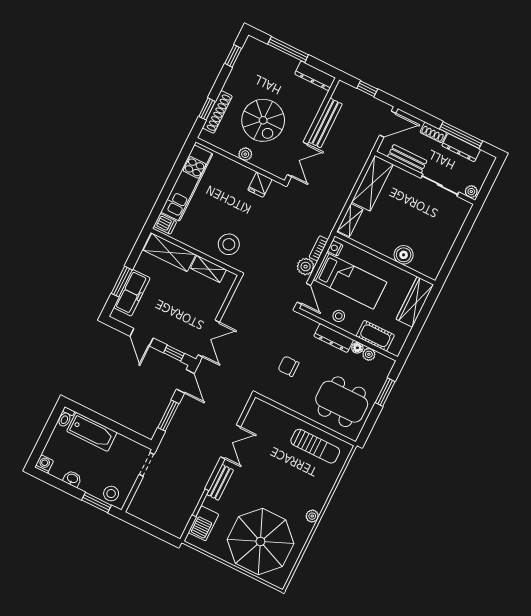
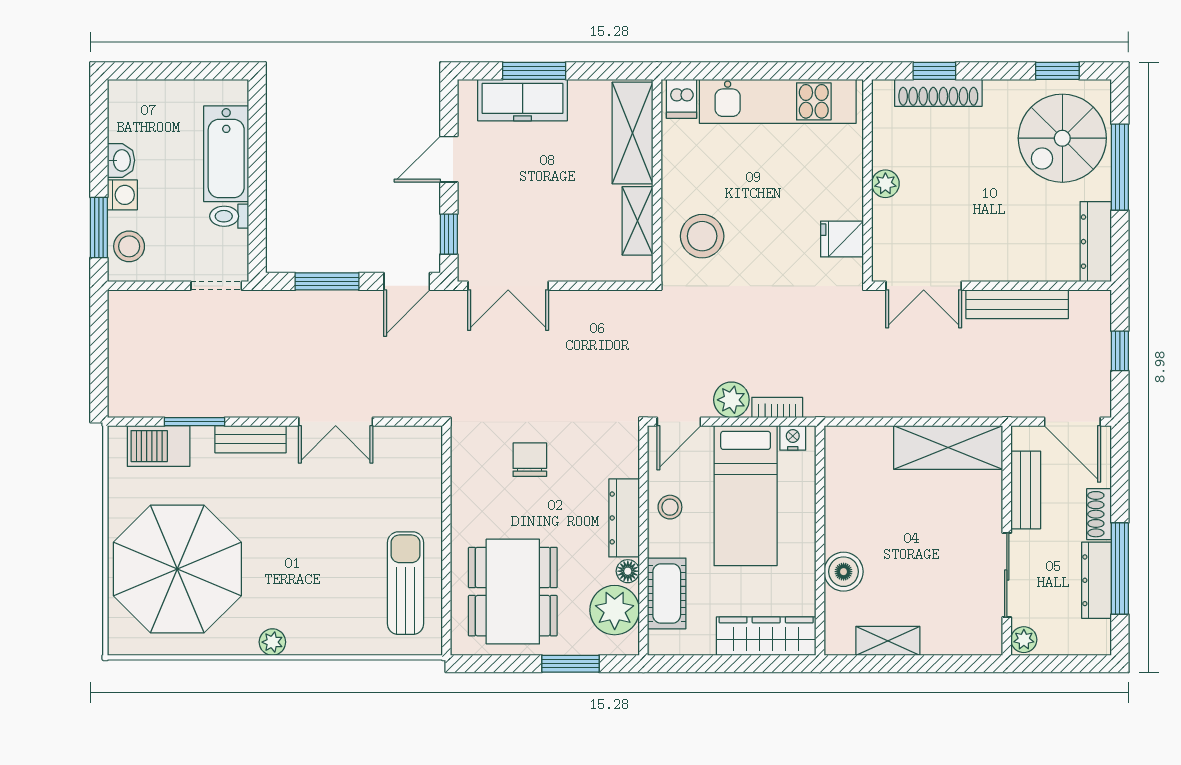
spiral stairs: (263, 120) -> (1062, 138), moved
shelving: (350, 220) -> (888, 641), moved
plant: (369, 354) -> (615, 610), width x1.87, depth x1.87
toilet: (66, 417) -> (229, 216), moved
sun lounger: (315, 446) -> (405, 583), turned 180
washing machine: (44, 464) -> (122, 195), moved

